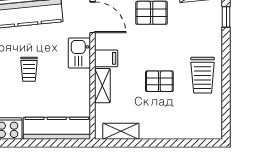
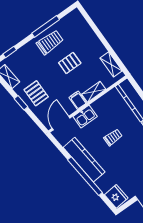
pallet: (159, 81) -> (70, 63), turned 90
window: (226, 84) -> (46, 26), added

